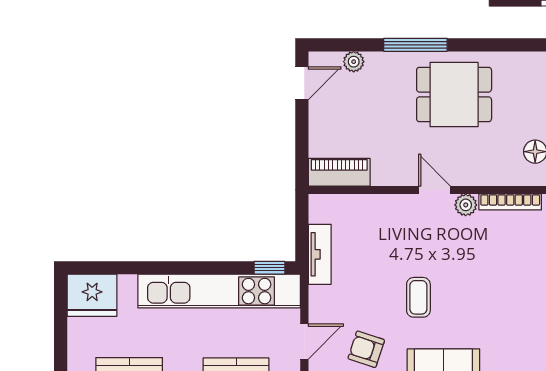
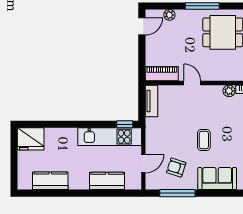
door: (434, 190) -> (192, 83), moved
tv unit: (320, 254) -> (151, 101), moved
kitchen unit: (219, 291) -> (110, 137), width x0.73

